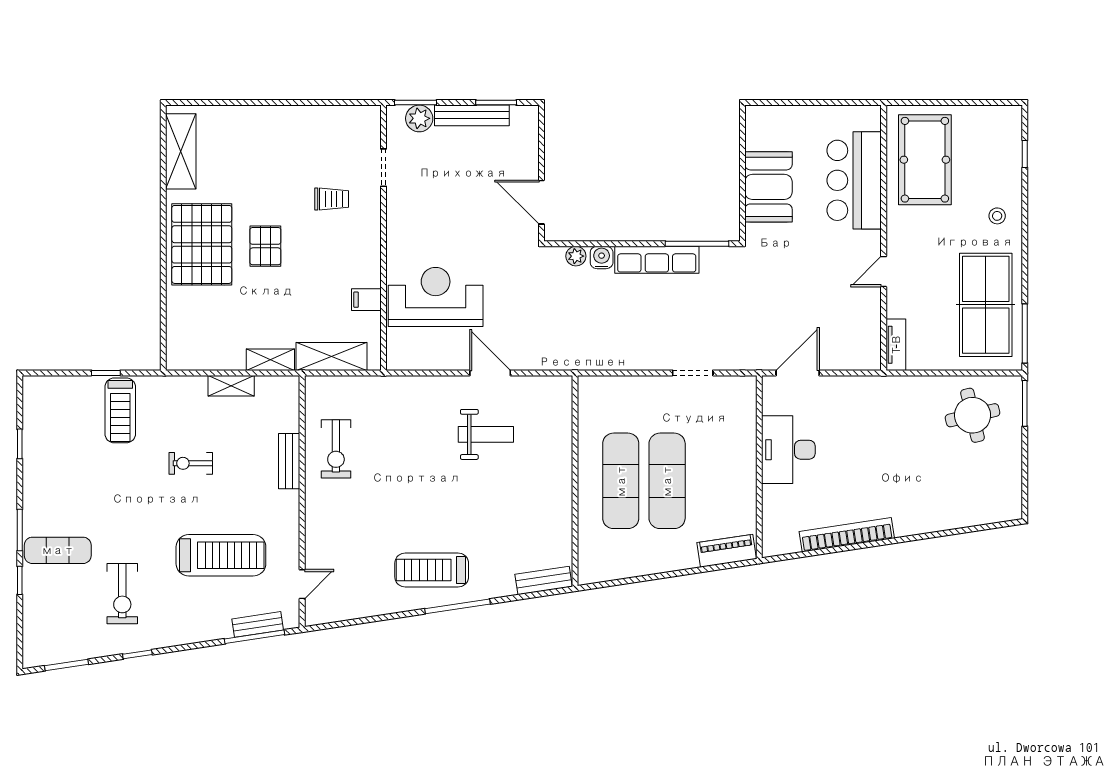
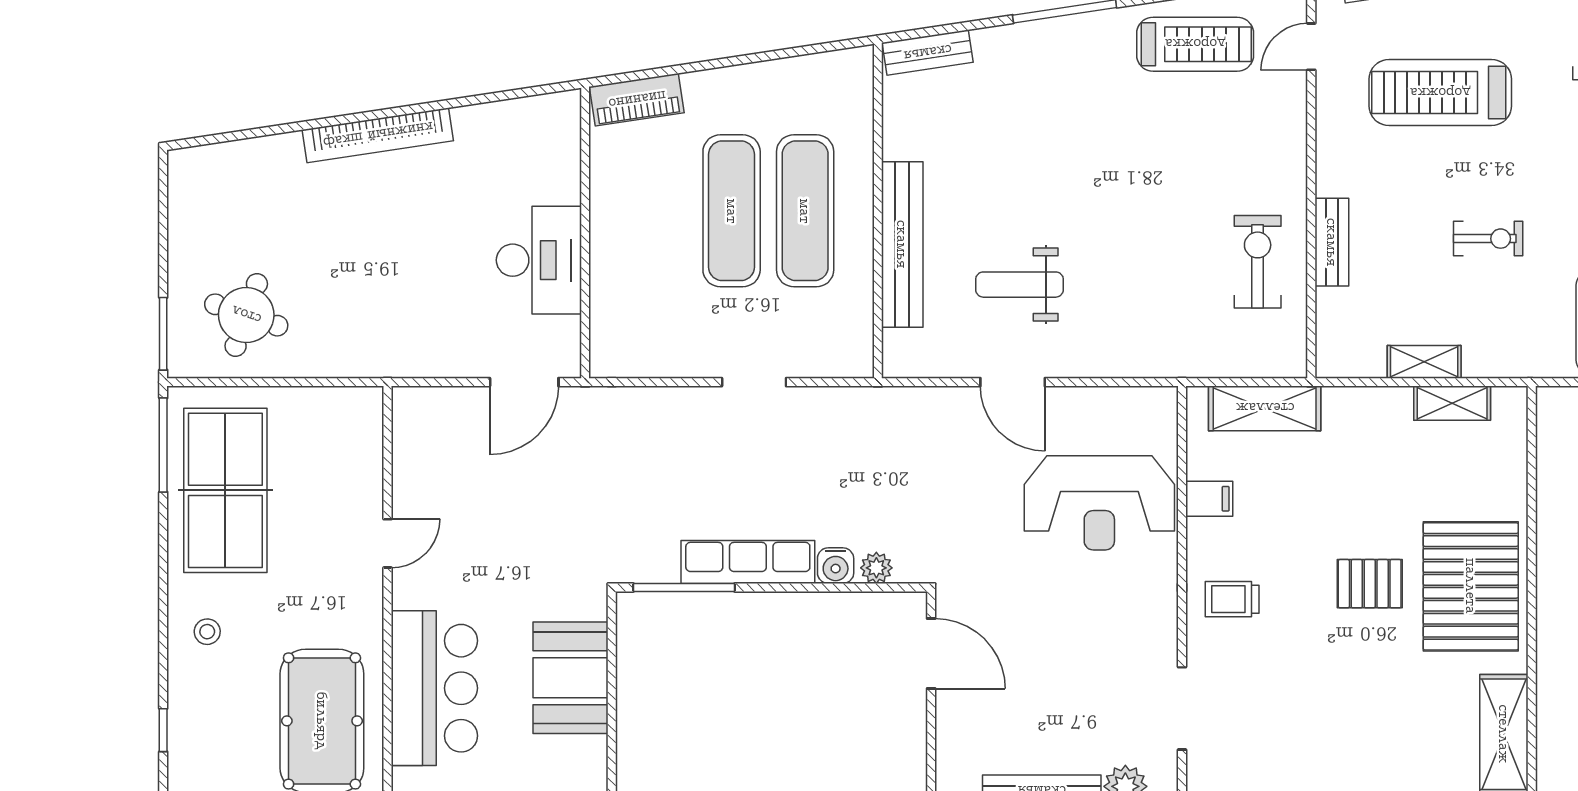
doorway: (383, 168) -> (1182, 708), width x1.38
trolley: (332, 199) -> (1232, 599), moved
pallet: (265, 246) -> (1370, 584), turned 90
tv unit: (896, 345) -> (368, 427), removed
shelving: (270, 360) -> (1452, 403), moved
doorway: (693, 373) -> (754, 382), moved
round table: (973, 415) -> (246, 315), turned 32
bench: (560, 460) -> (902, 244), added
bookcase: (847, 535) -> (378, 135), moved
treadmill: (432, 570) -> (1195, 44), moved

